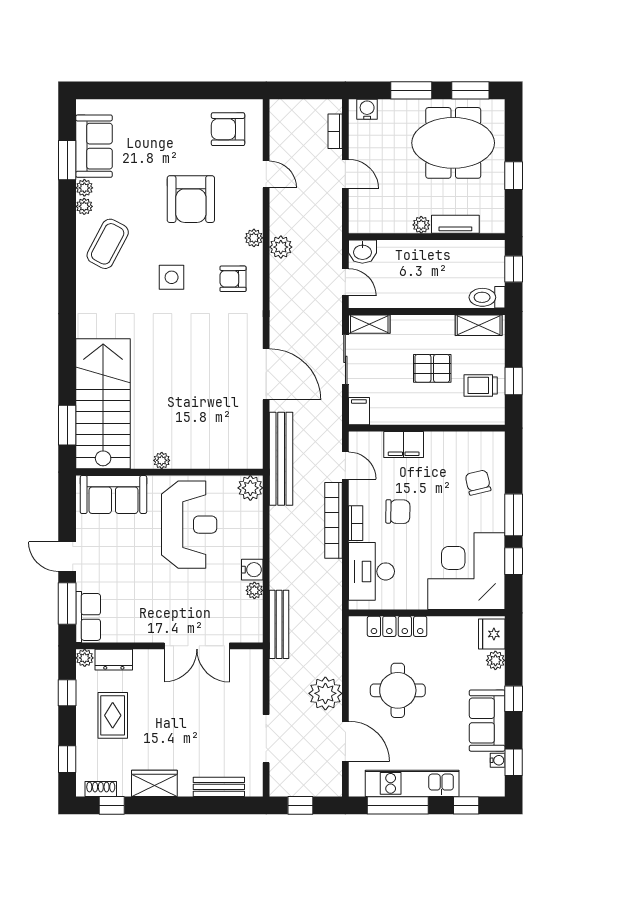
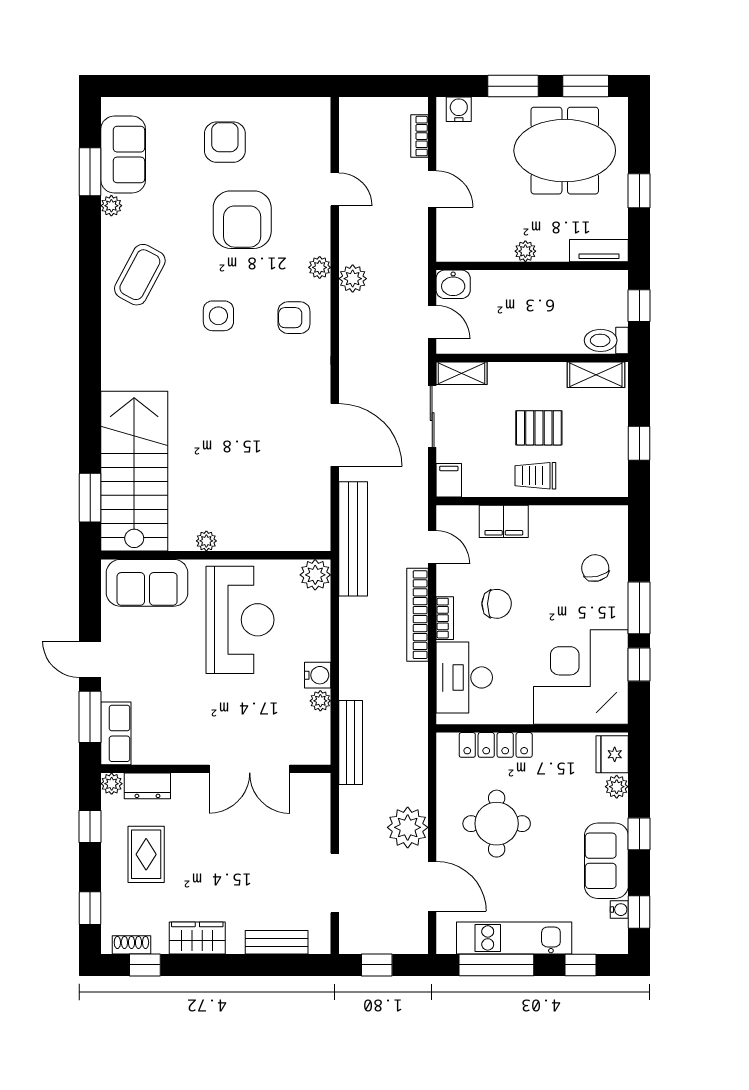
armchair: (228, 129) -> (225, 142), moved, turned 90
plant: (84, 206) -> (111, 229), removed
tv unit: (455, 224) -> (599, 251), moved
trolley: (481, 385) -> (535, 476), moved

